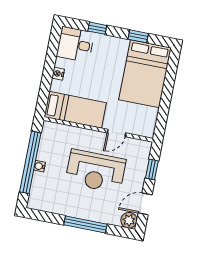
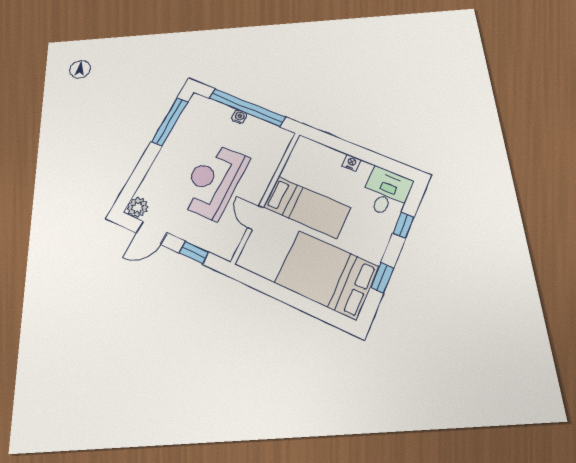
bed: (75, 110) -> (307, 207), moved, turned -90
door: (145, 204) -> (152, 233), swing flipped
window: (85, 225) -> (170, 122), moved

